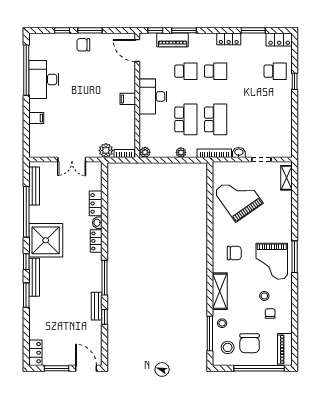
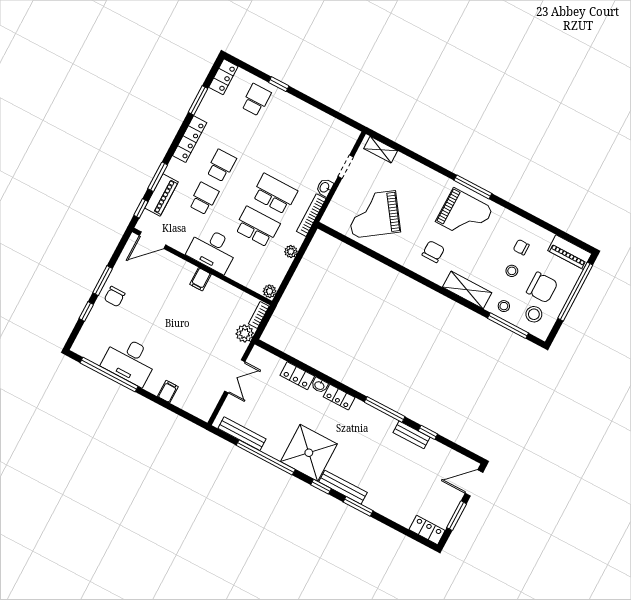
locker: (229, 39) -> (190, 139), width x1.53
stool: (264, 296) -> (512, 271), moved

